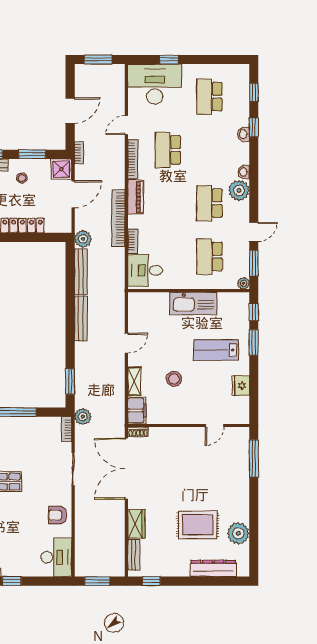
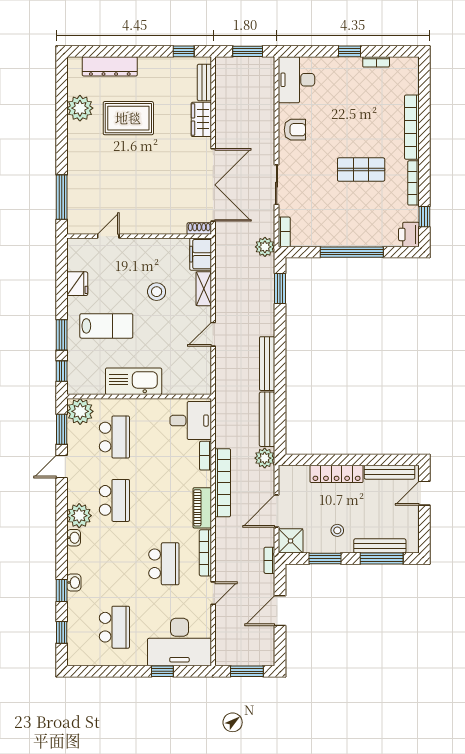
plant: (243, 283) -> (80, 411), width x1.88, depth x1.88

